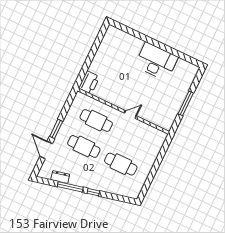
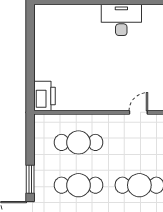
desk: (156, 61) -> (121, 20), width x0.73, depth x0.77
door: (130, 114) -> (138, 112), moved

